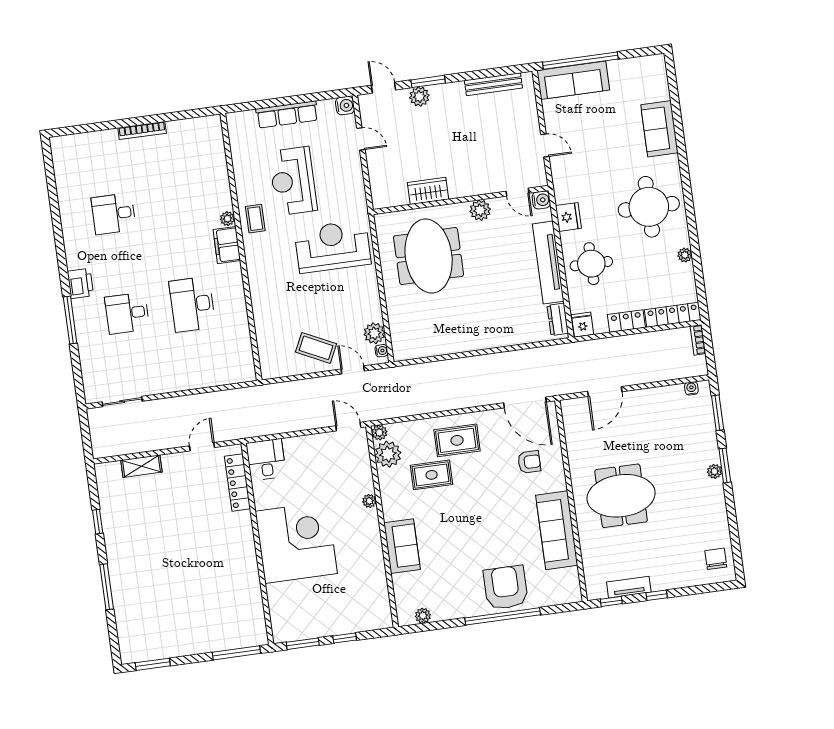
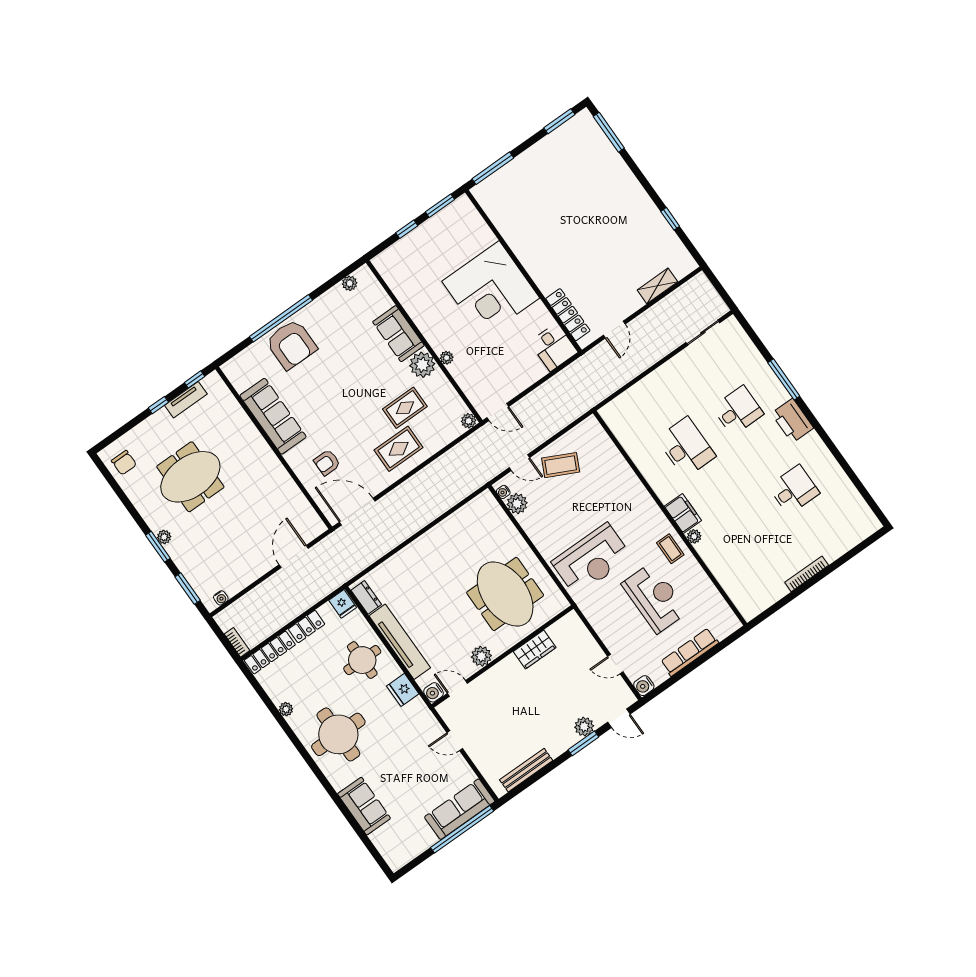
printer: (80, 283) -> (792, 421), width x1.37, depth x1.19
plant: (388, 454) -> (422, 365), moved
meeting table: (621, 496) -> (190, 477), moved
window: (107, 587) -> (609, 132), moved

